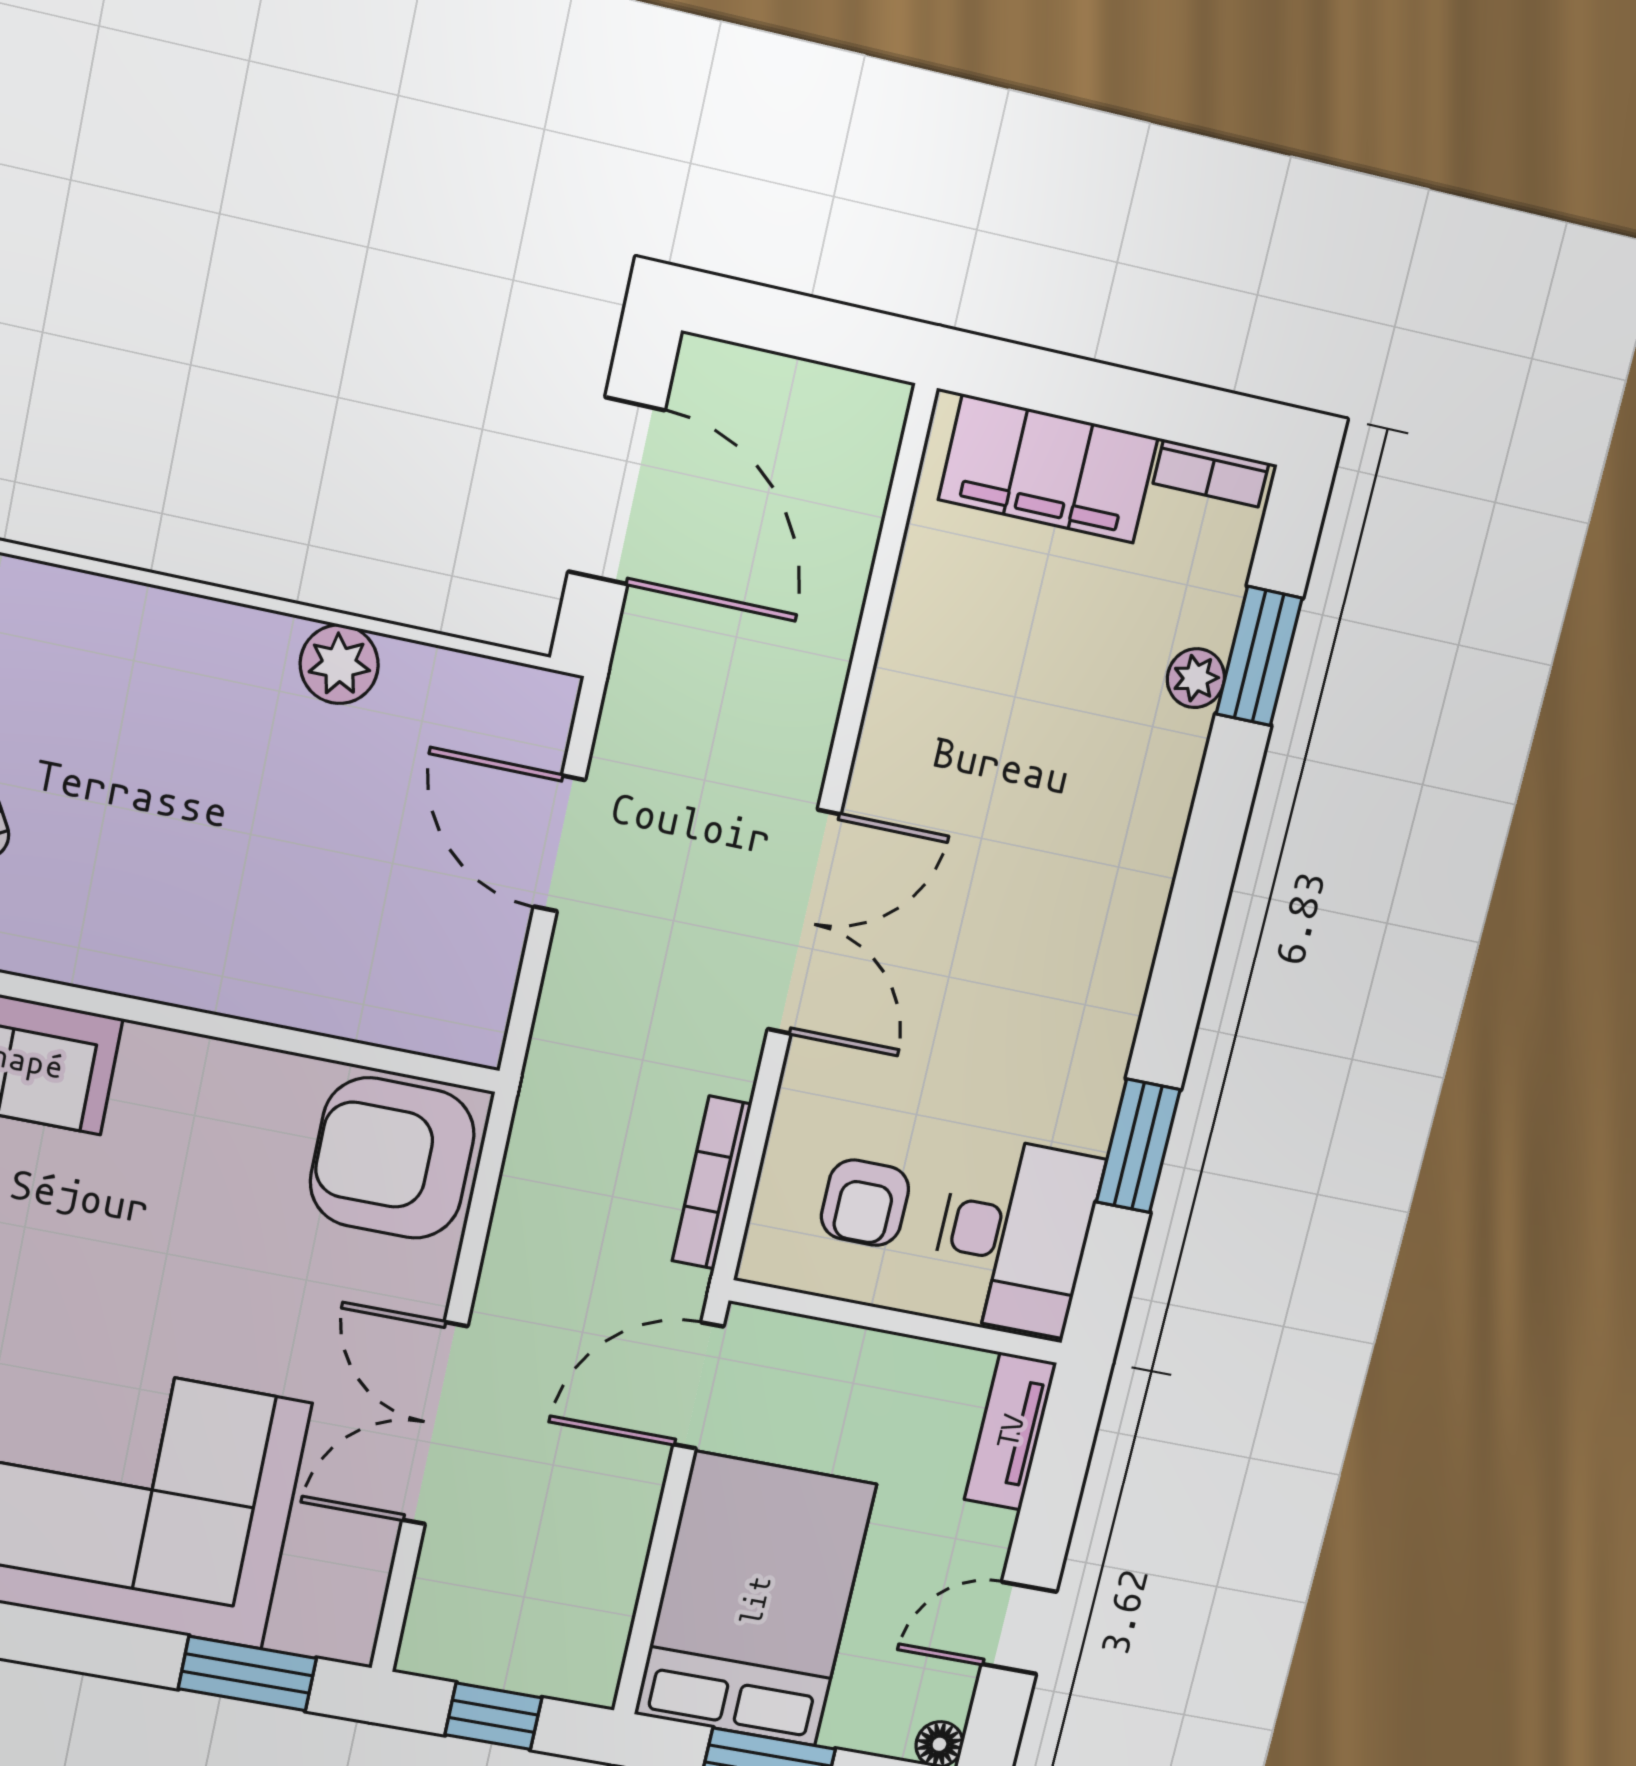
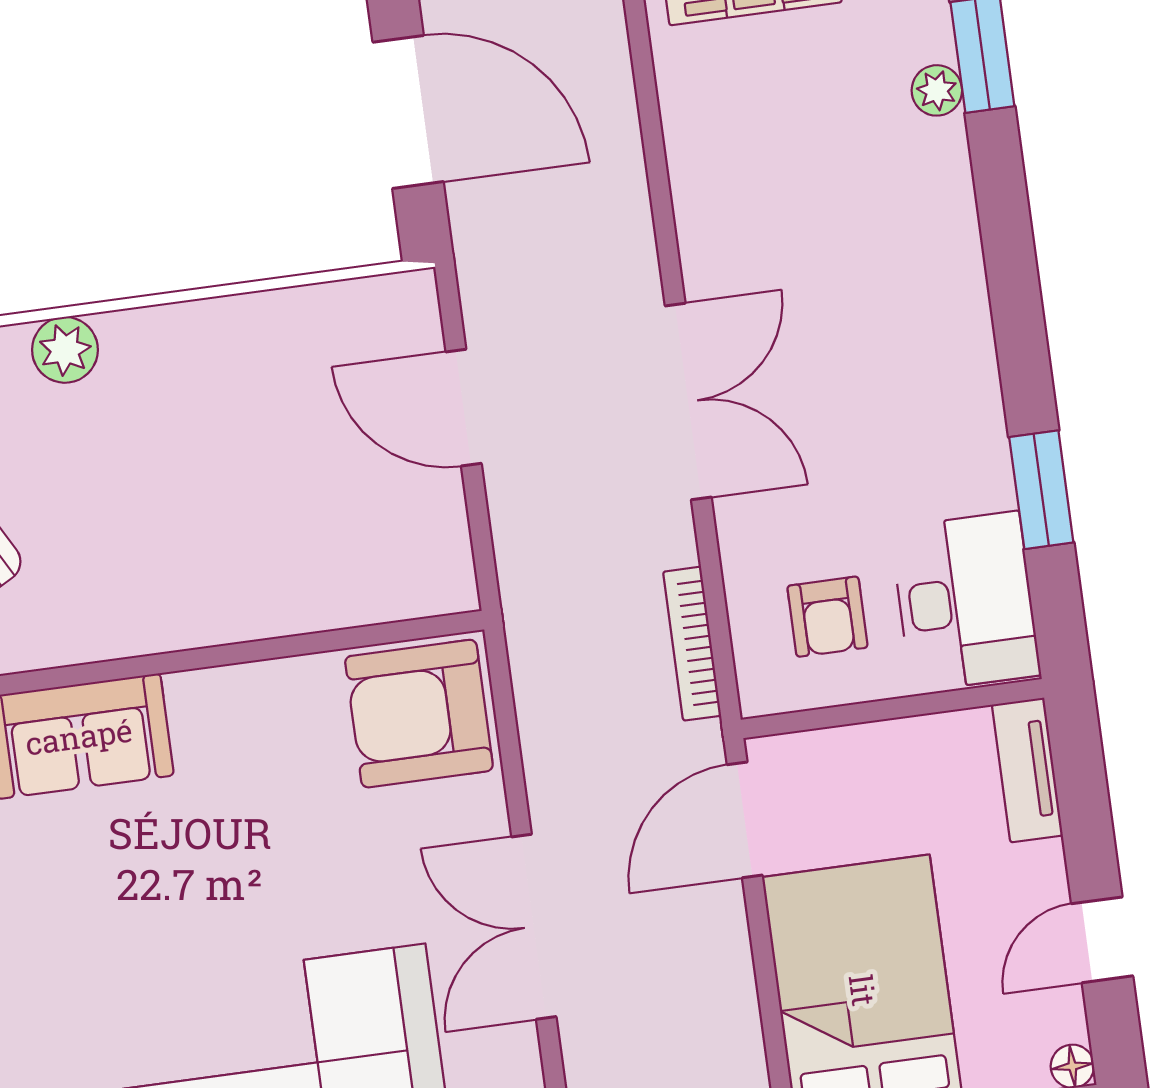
plant: (339, 664) -> (65, 350), moved

